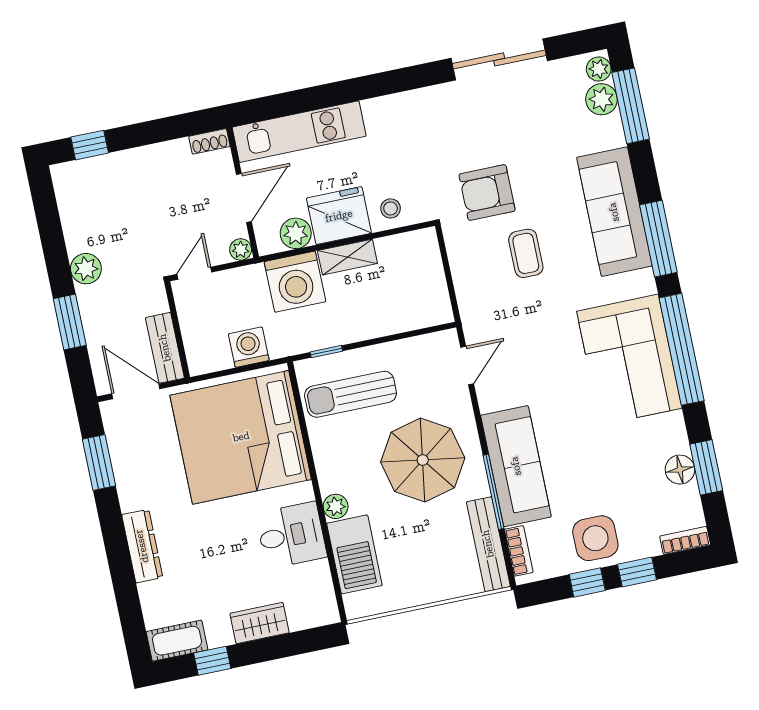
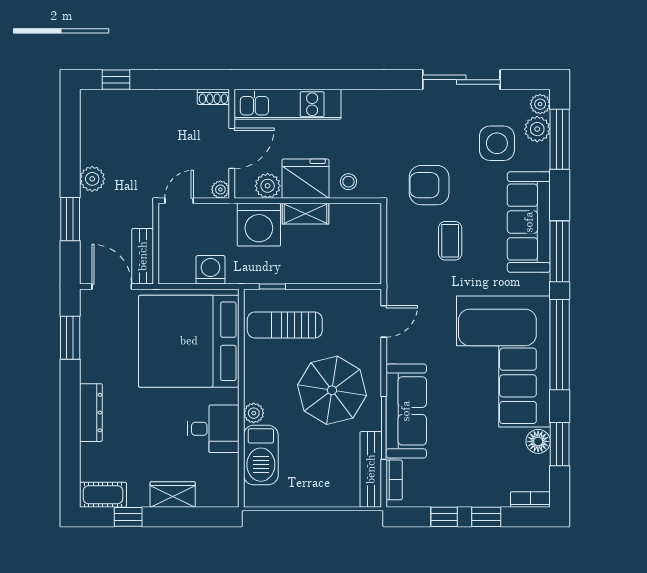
corner sofa: (629, 360) -> (503, 362), width x1.36, depth x1.36
side table: (595, 538) -> (497, 143), moved

